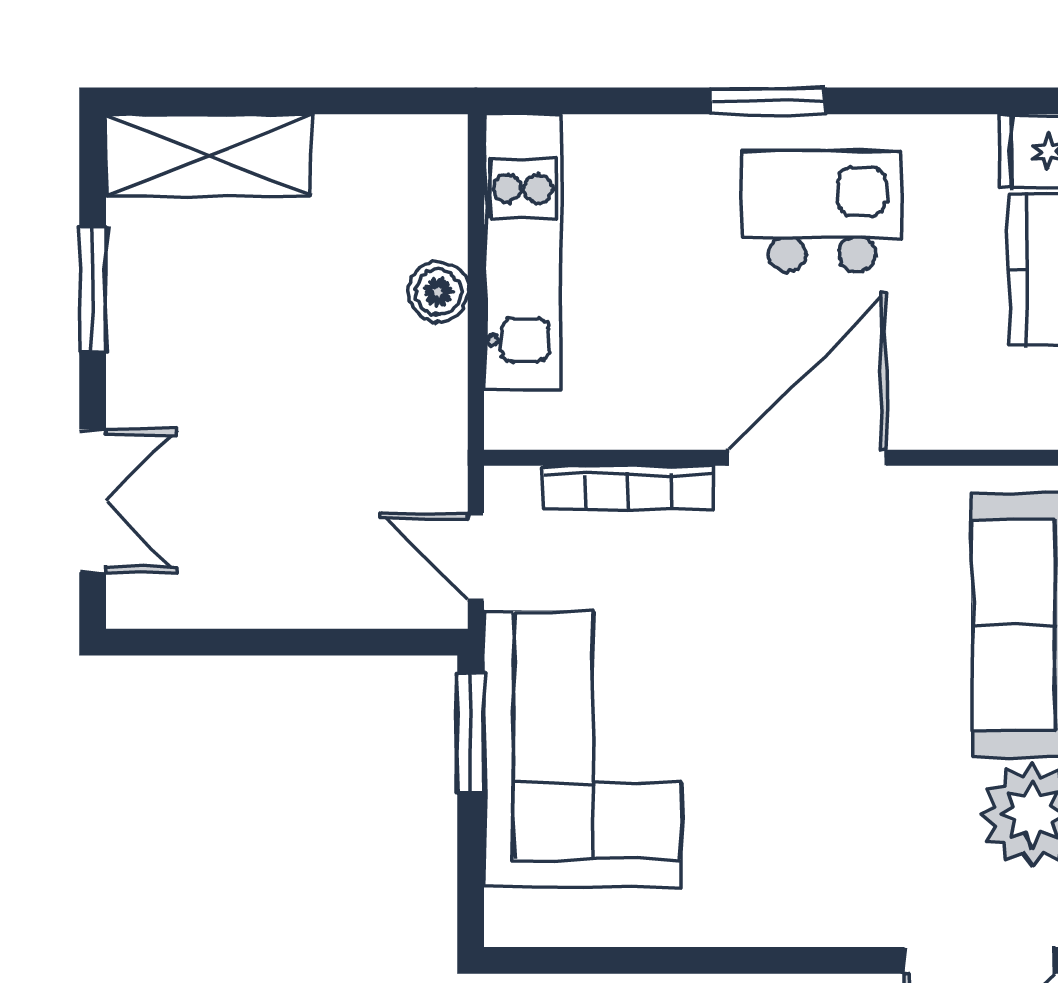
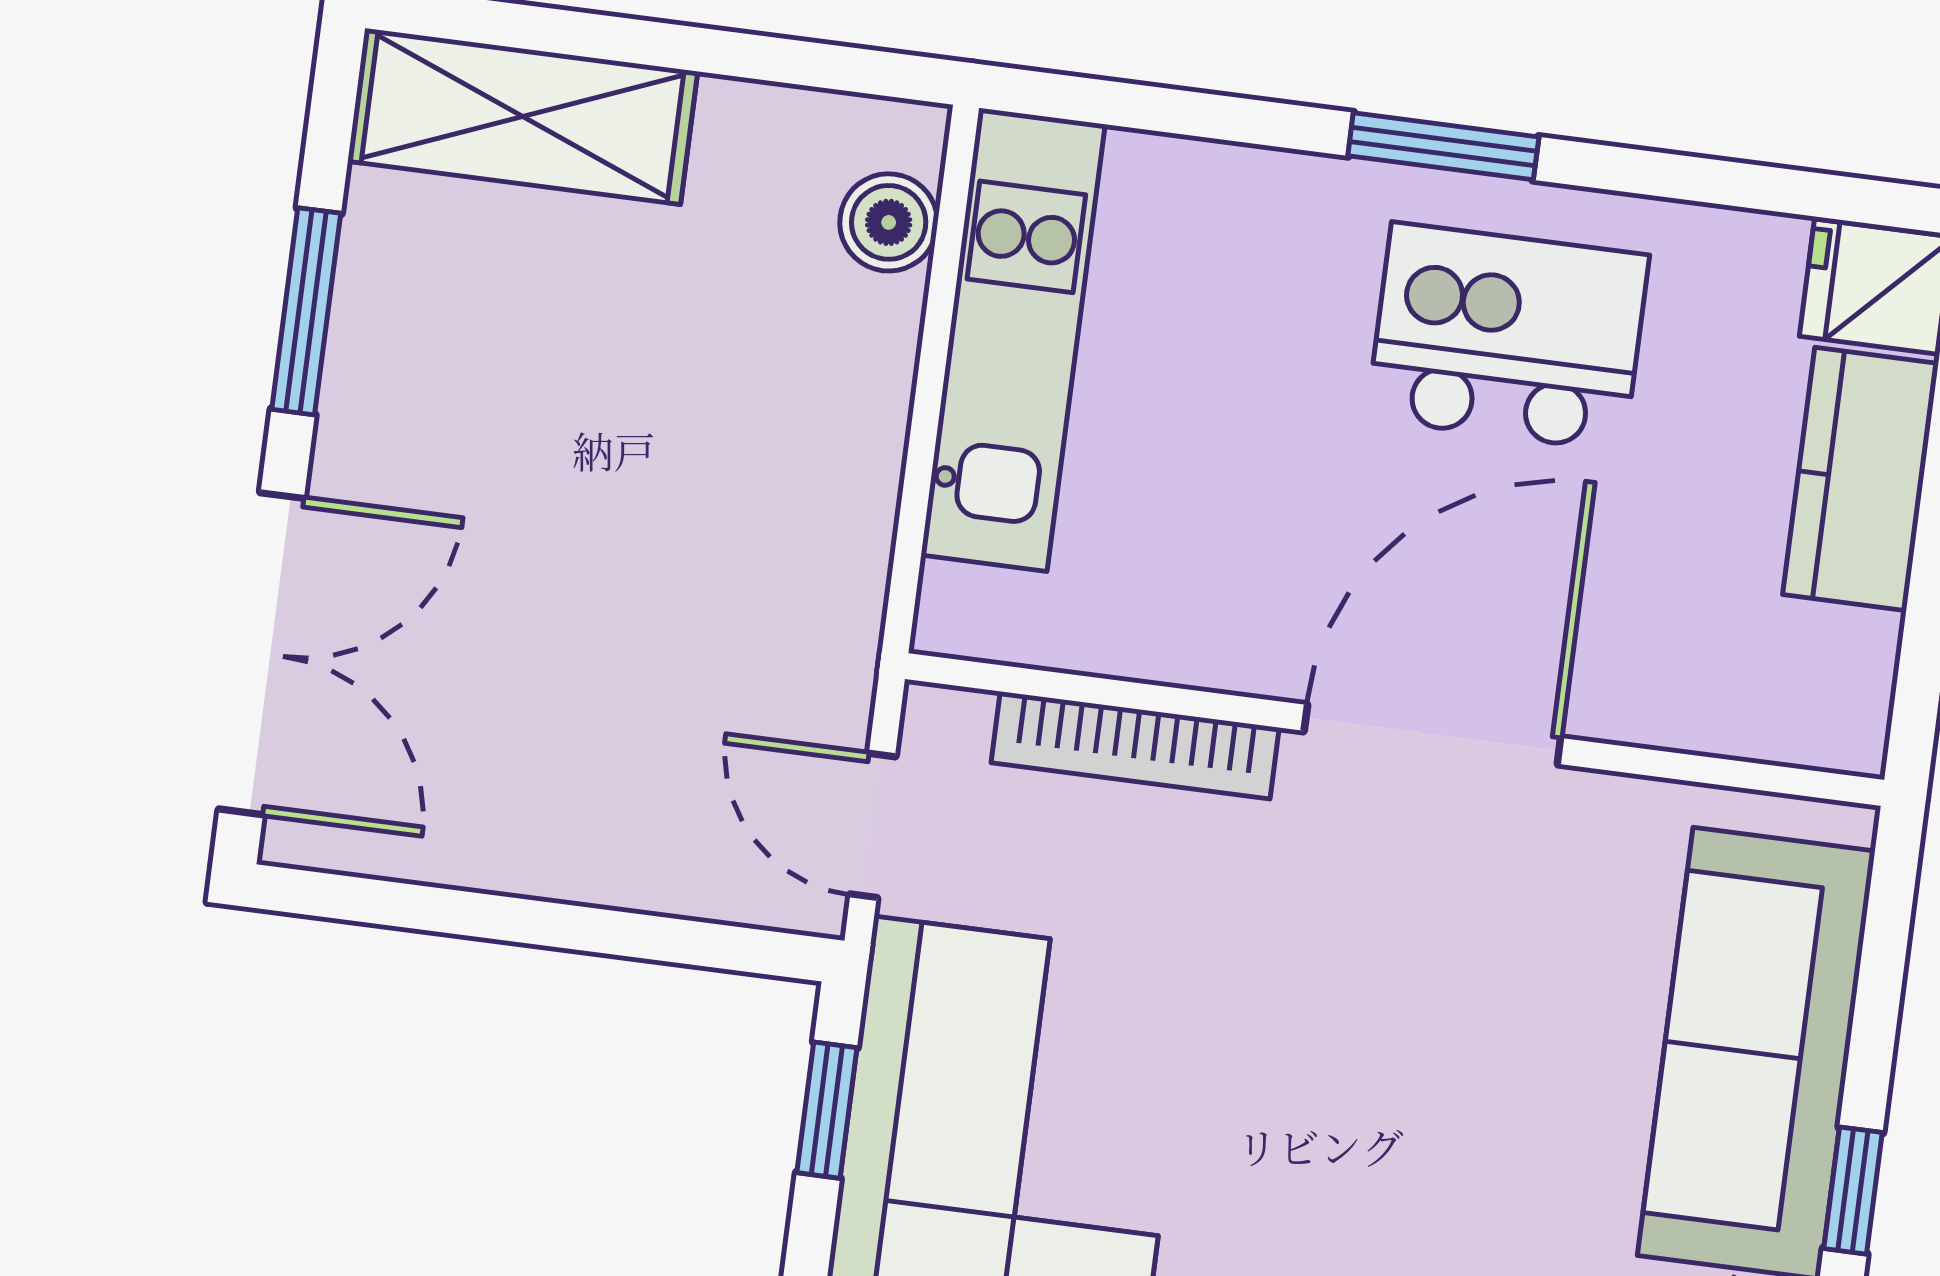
boiler: (438, 292) -> (889, 222), moved
double door: (93, 501) -> (262, 654), width x1.37
window: (471, 733) -> (827, 1110), width x0.67

